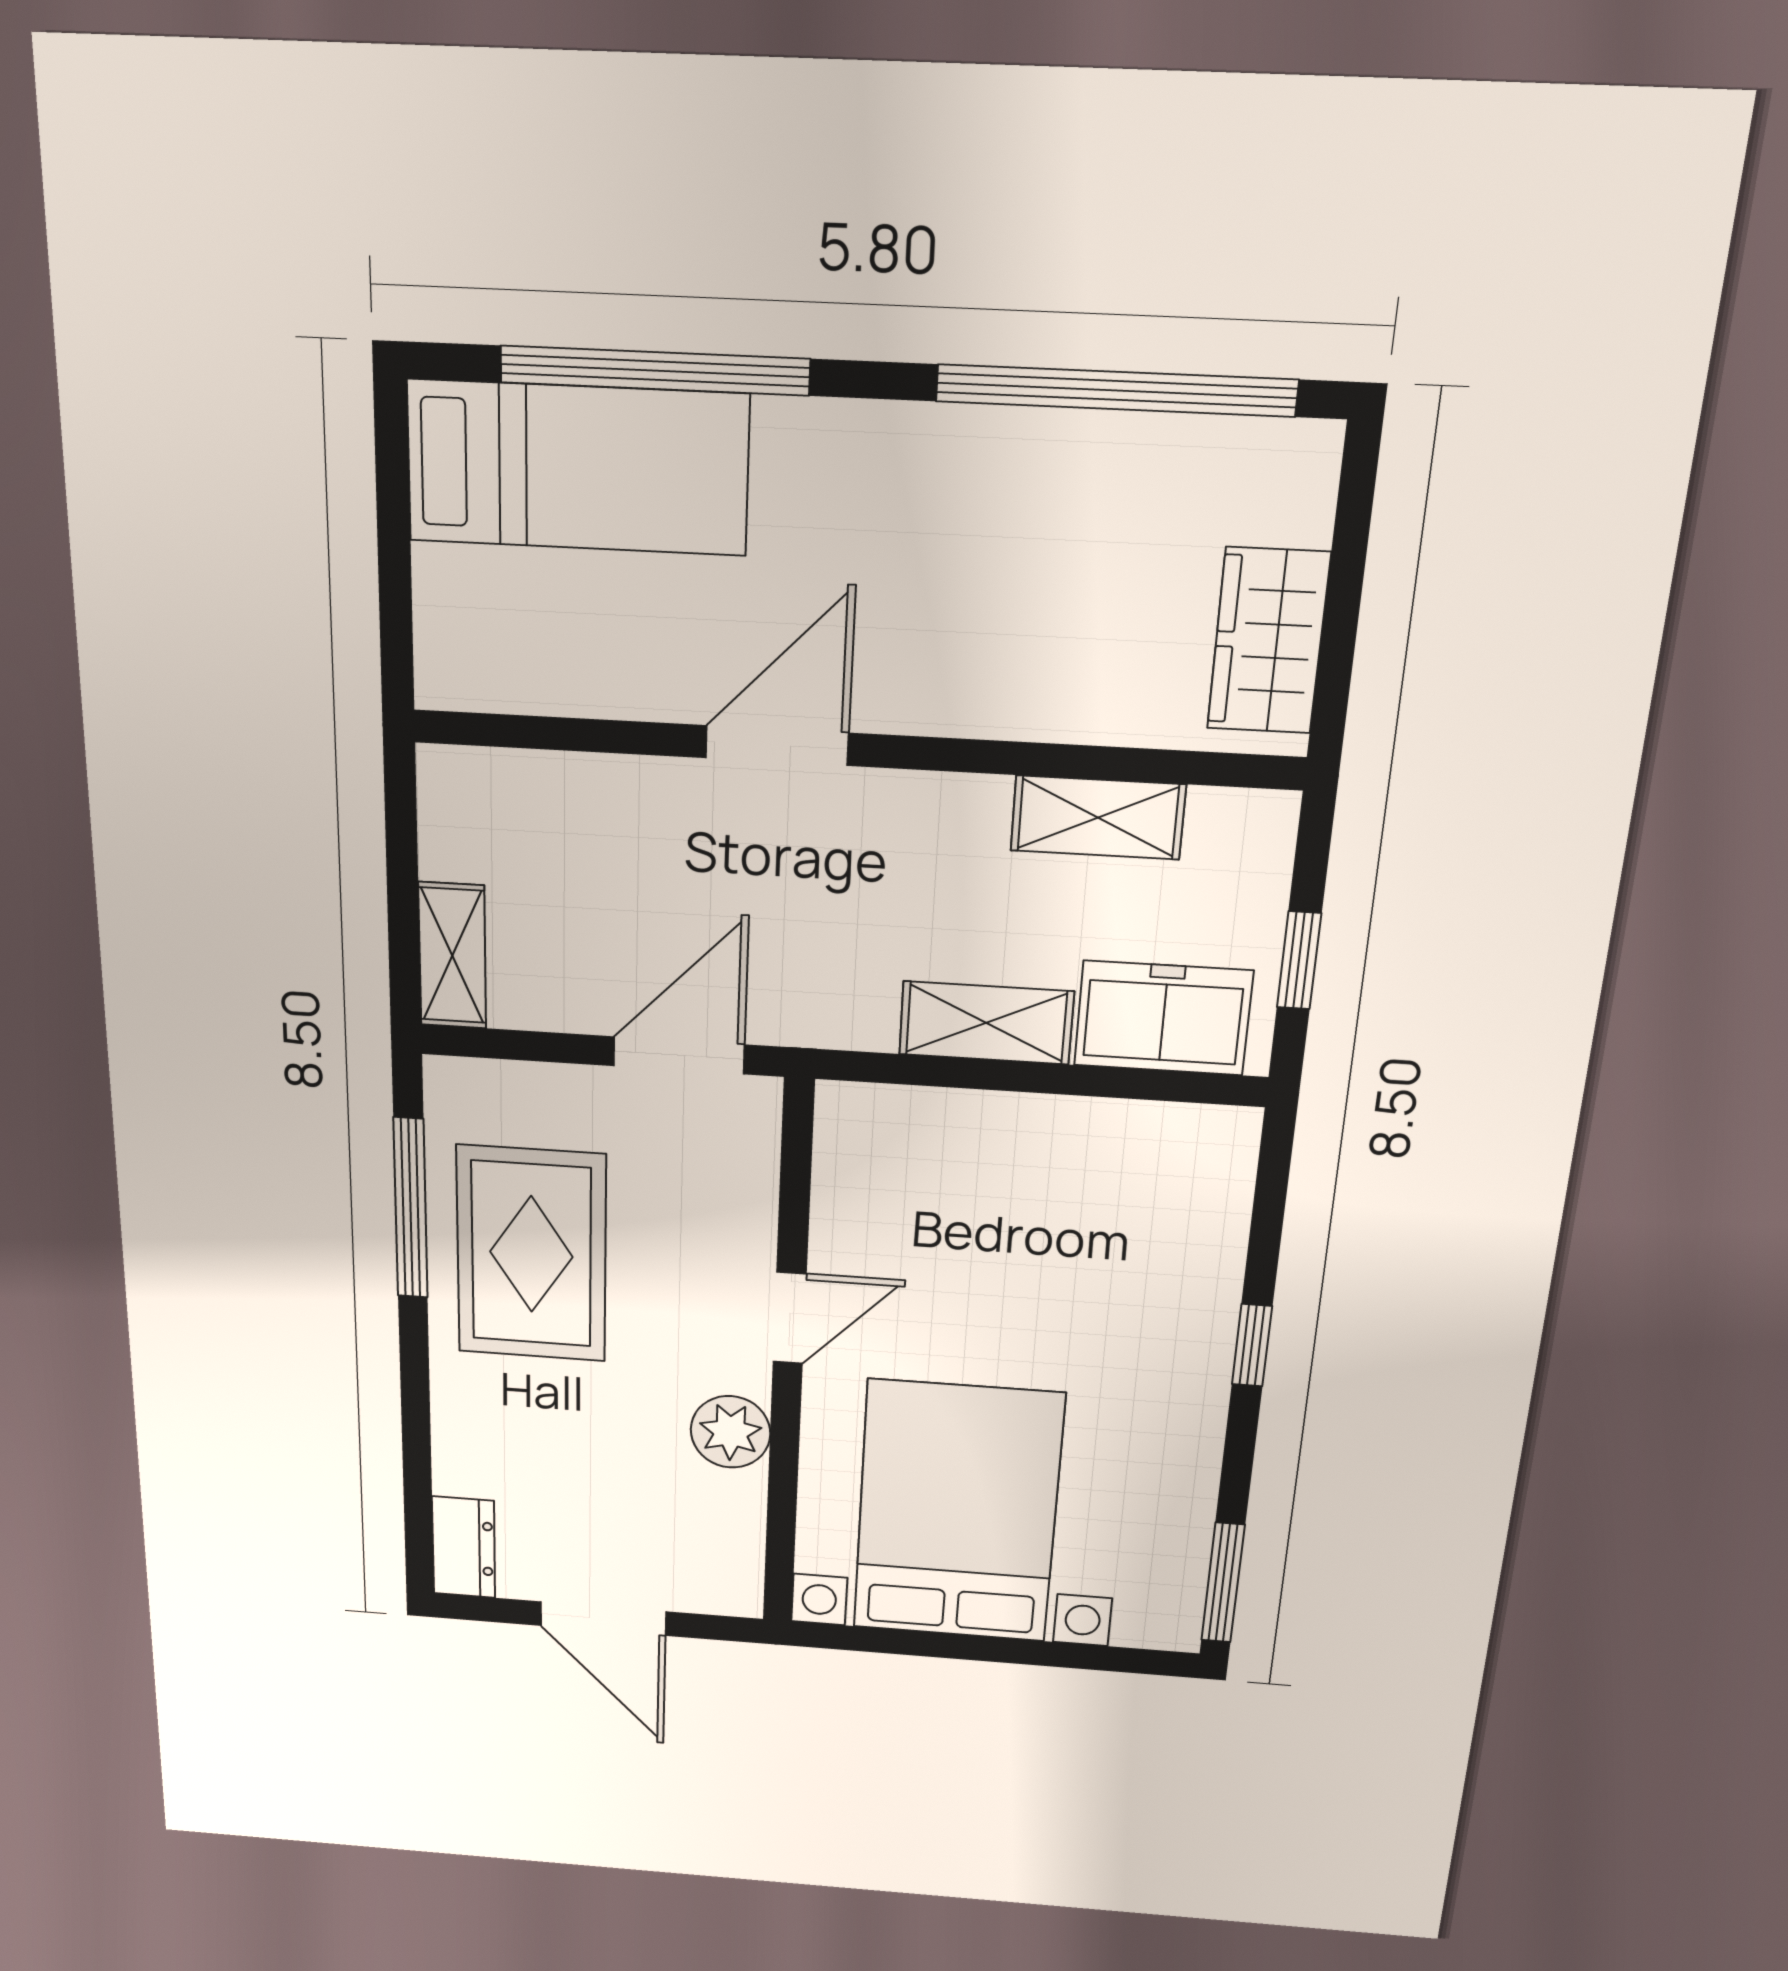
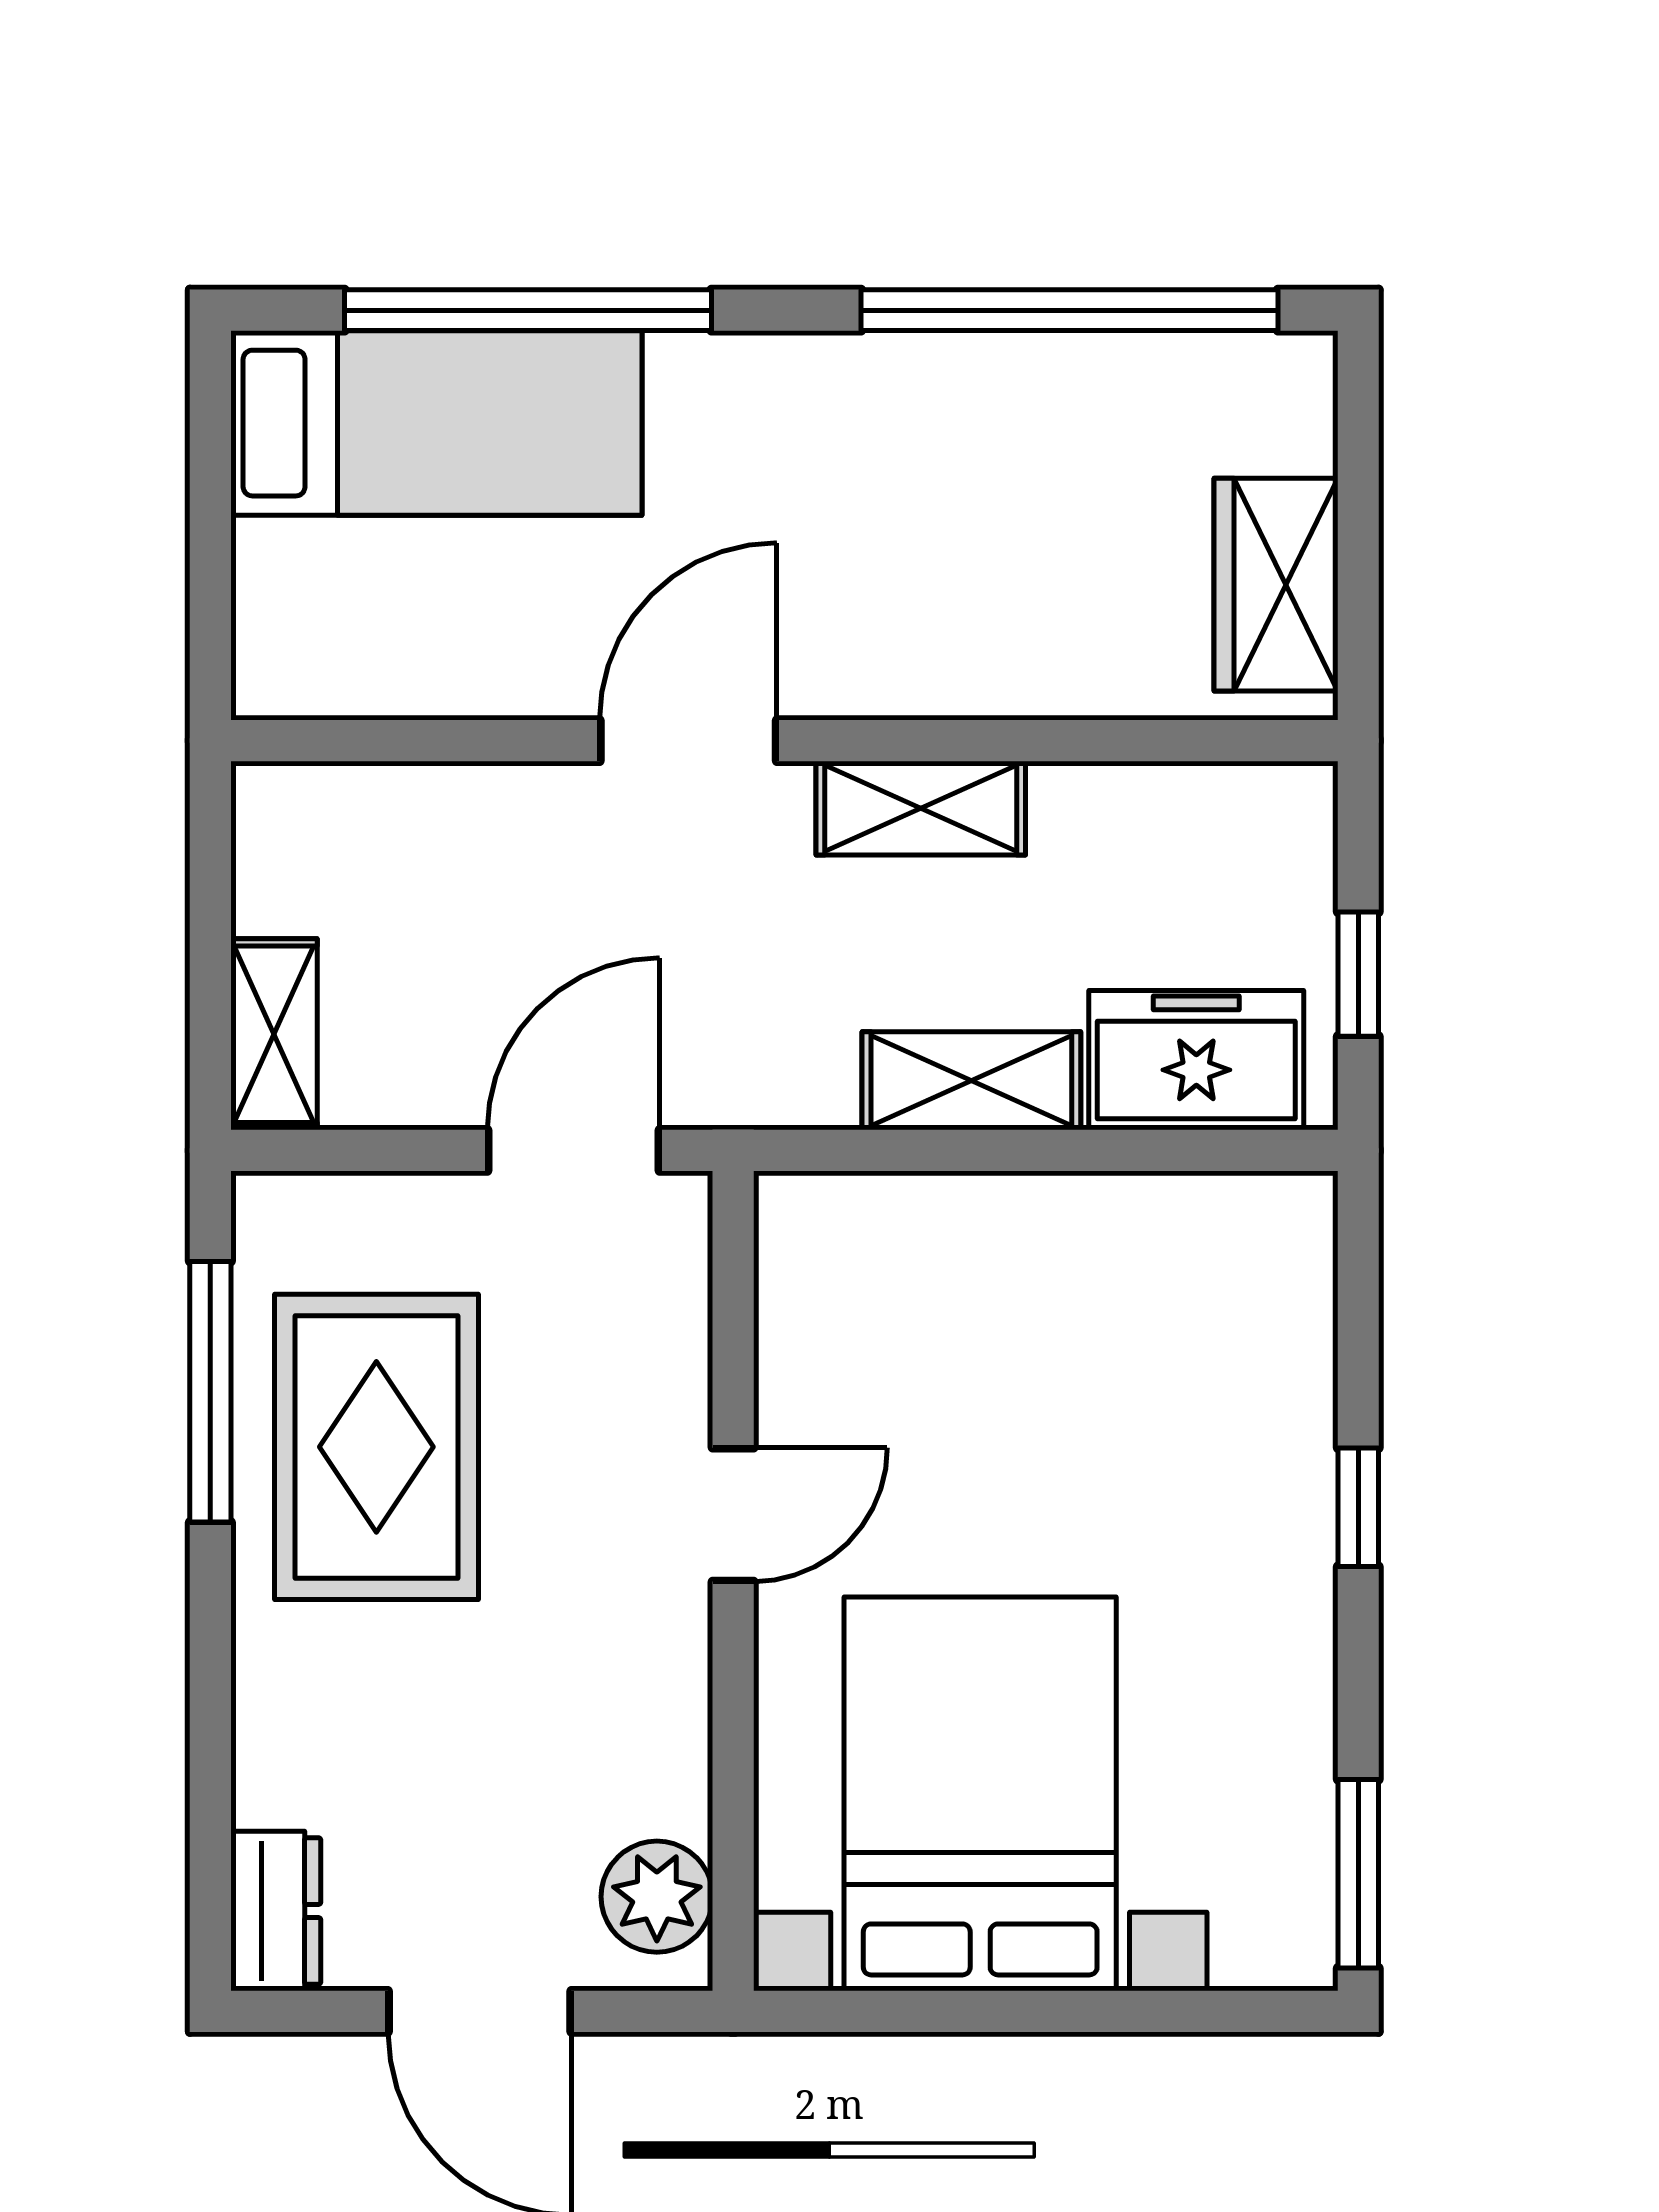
shelving: (1098, 818) -> (921, 808), moved
plant: (730, 1432) -> (657, 1897), moved

